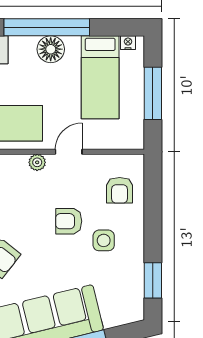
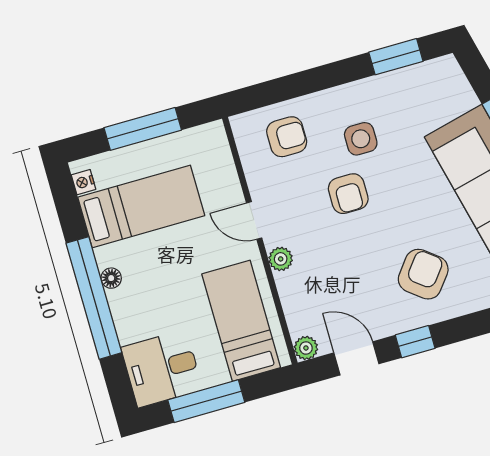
floor lamp: (51, 49) -> (111, 278), width x0.53, depth x0.53

